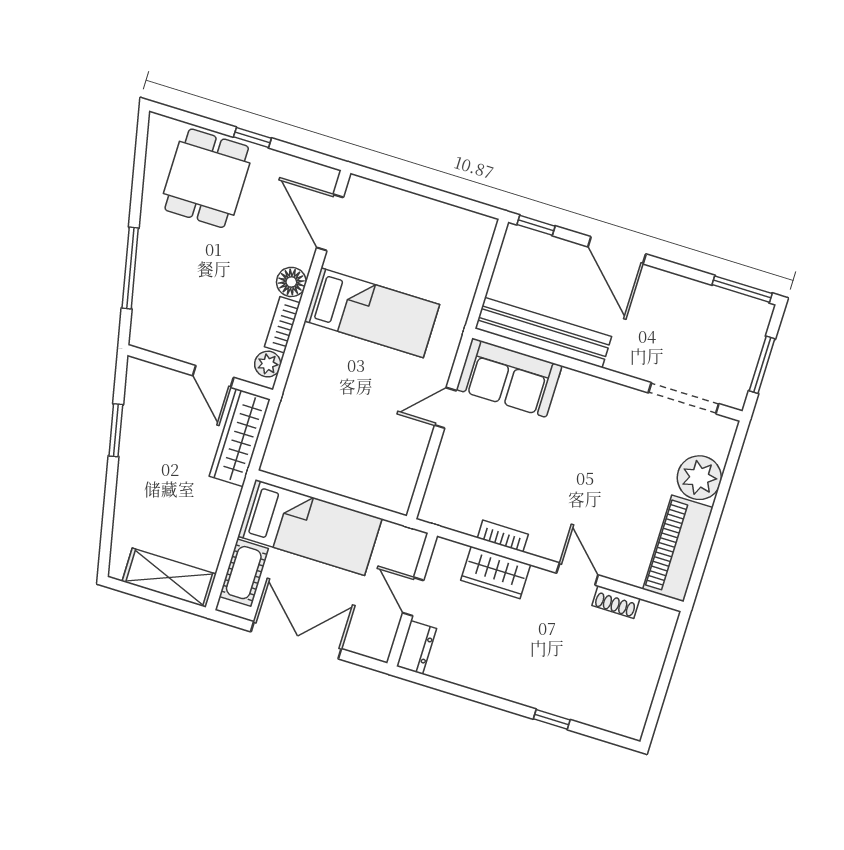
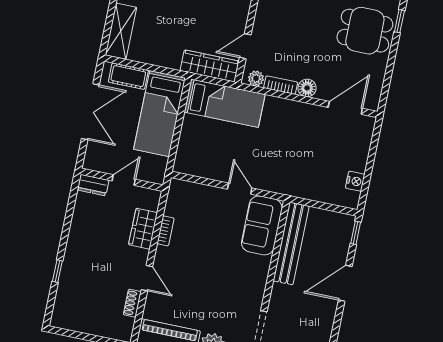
window: (252, 138) -> (399, 21), moved
nightstand: (451, 218) -> (355, 181), added
bed: (372, 313) -> (225, 103), moved, turned -90
door: (577, 574) -> (147, 278), hinge flipped

